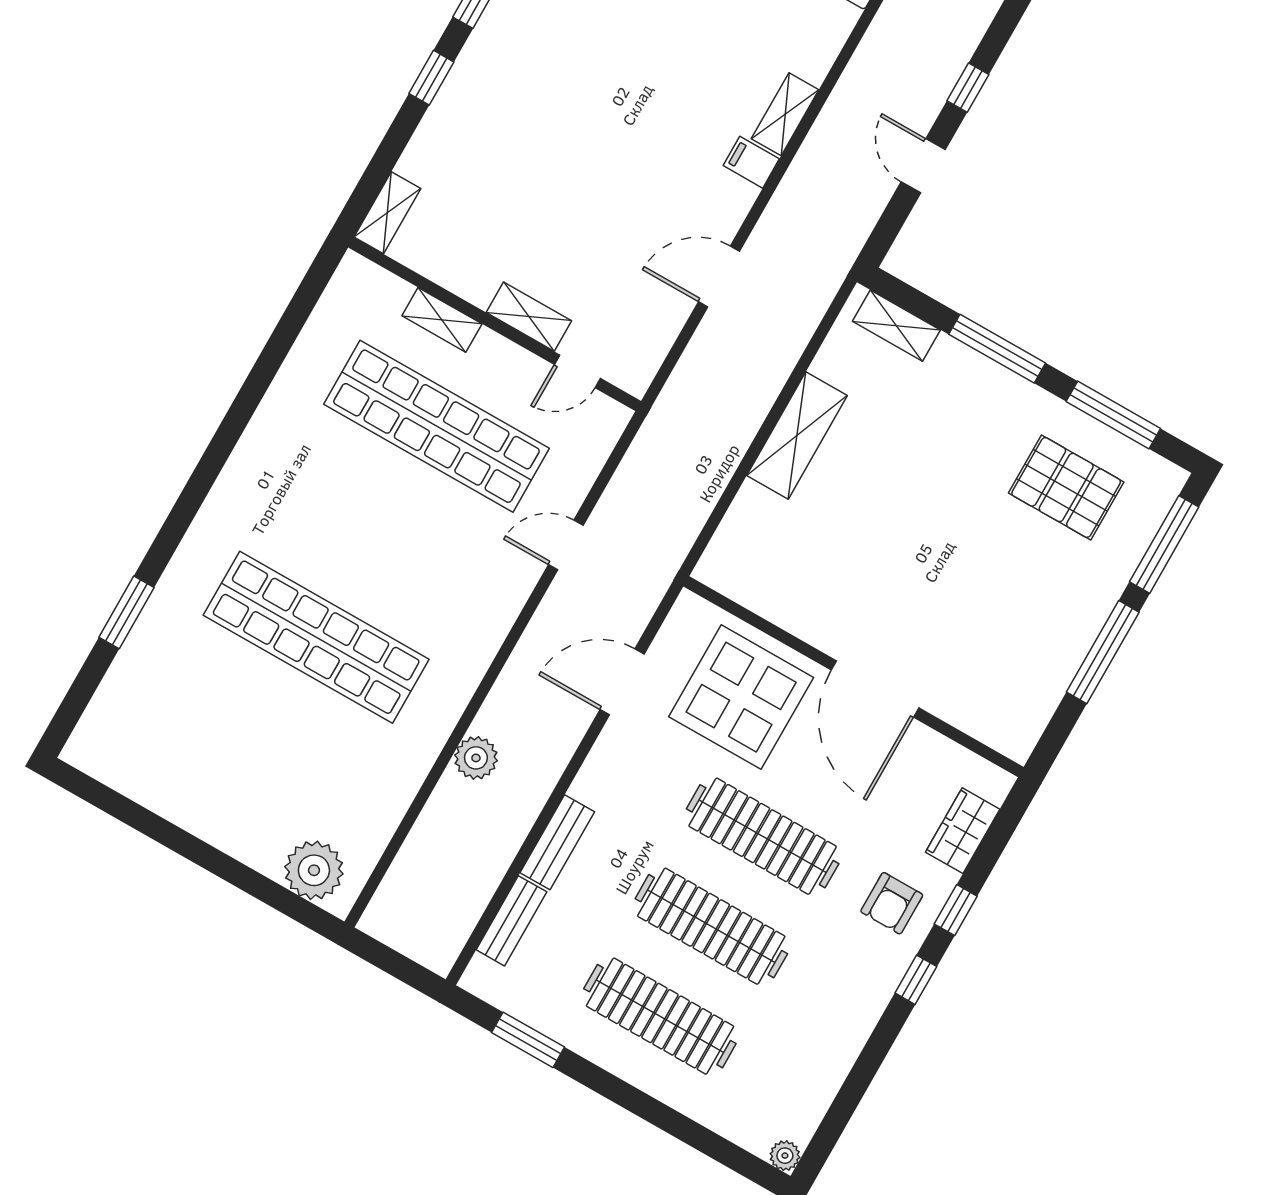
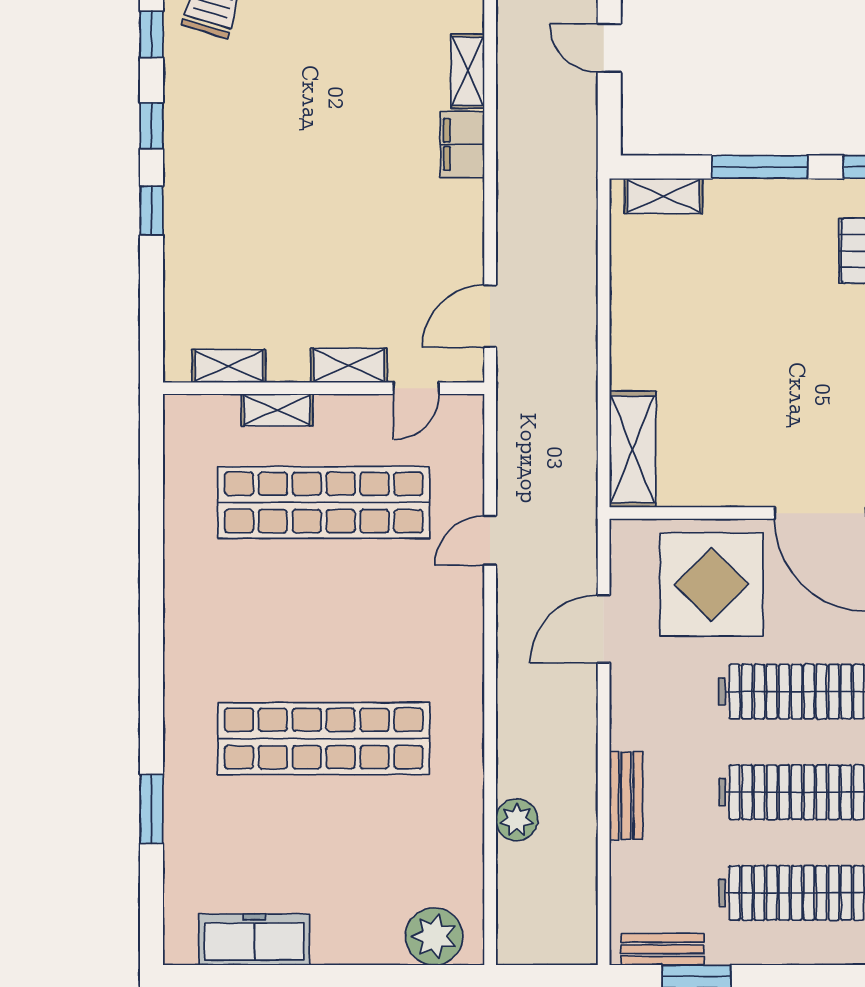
filing cabinet: (751, 162) -> (462, 144), width x2.00
shelving: (387, 213) -> (229, 366), moved, turned 90
door: (719, 277) -> (490, 316), moved
shelving: (797, 435) -> (633, 449), moved
plant: (476, 758) -> (517, 820), moved
freezer: (152, 781) -> (254, 939), added
bench: (511, 921) -> (663, 949), moved, turned 90

